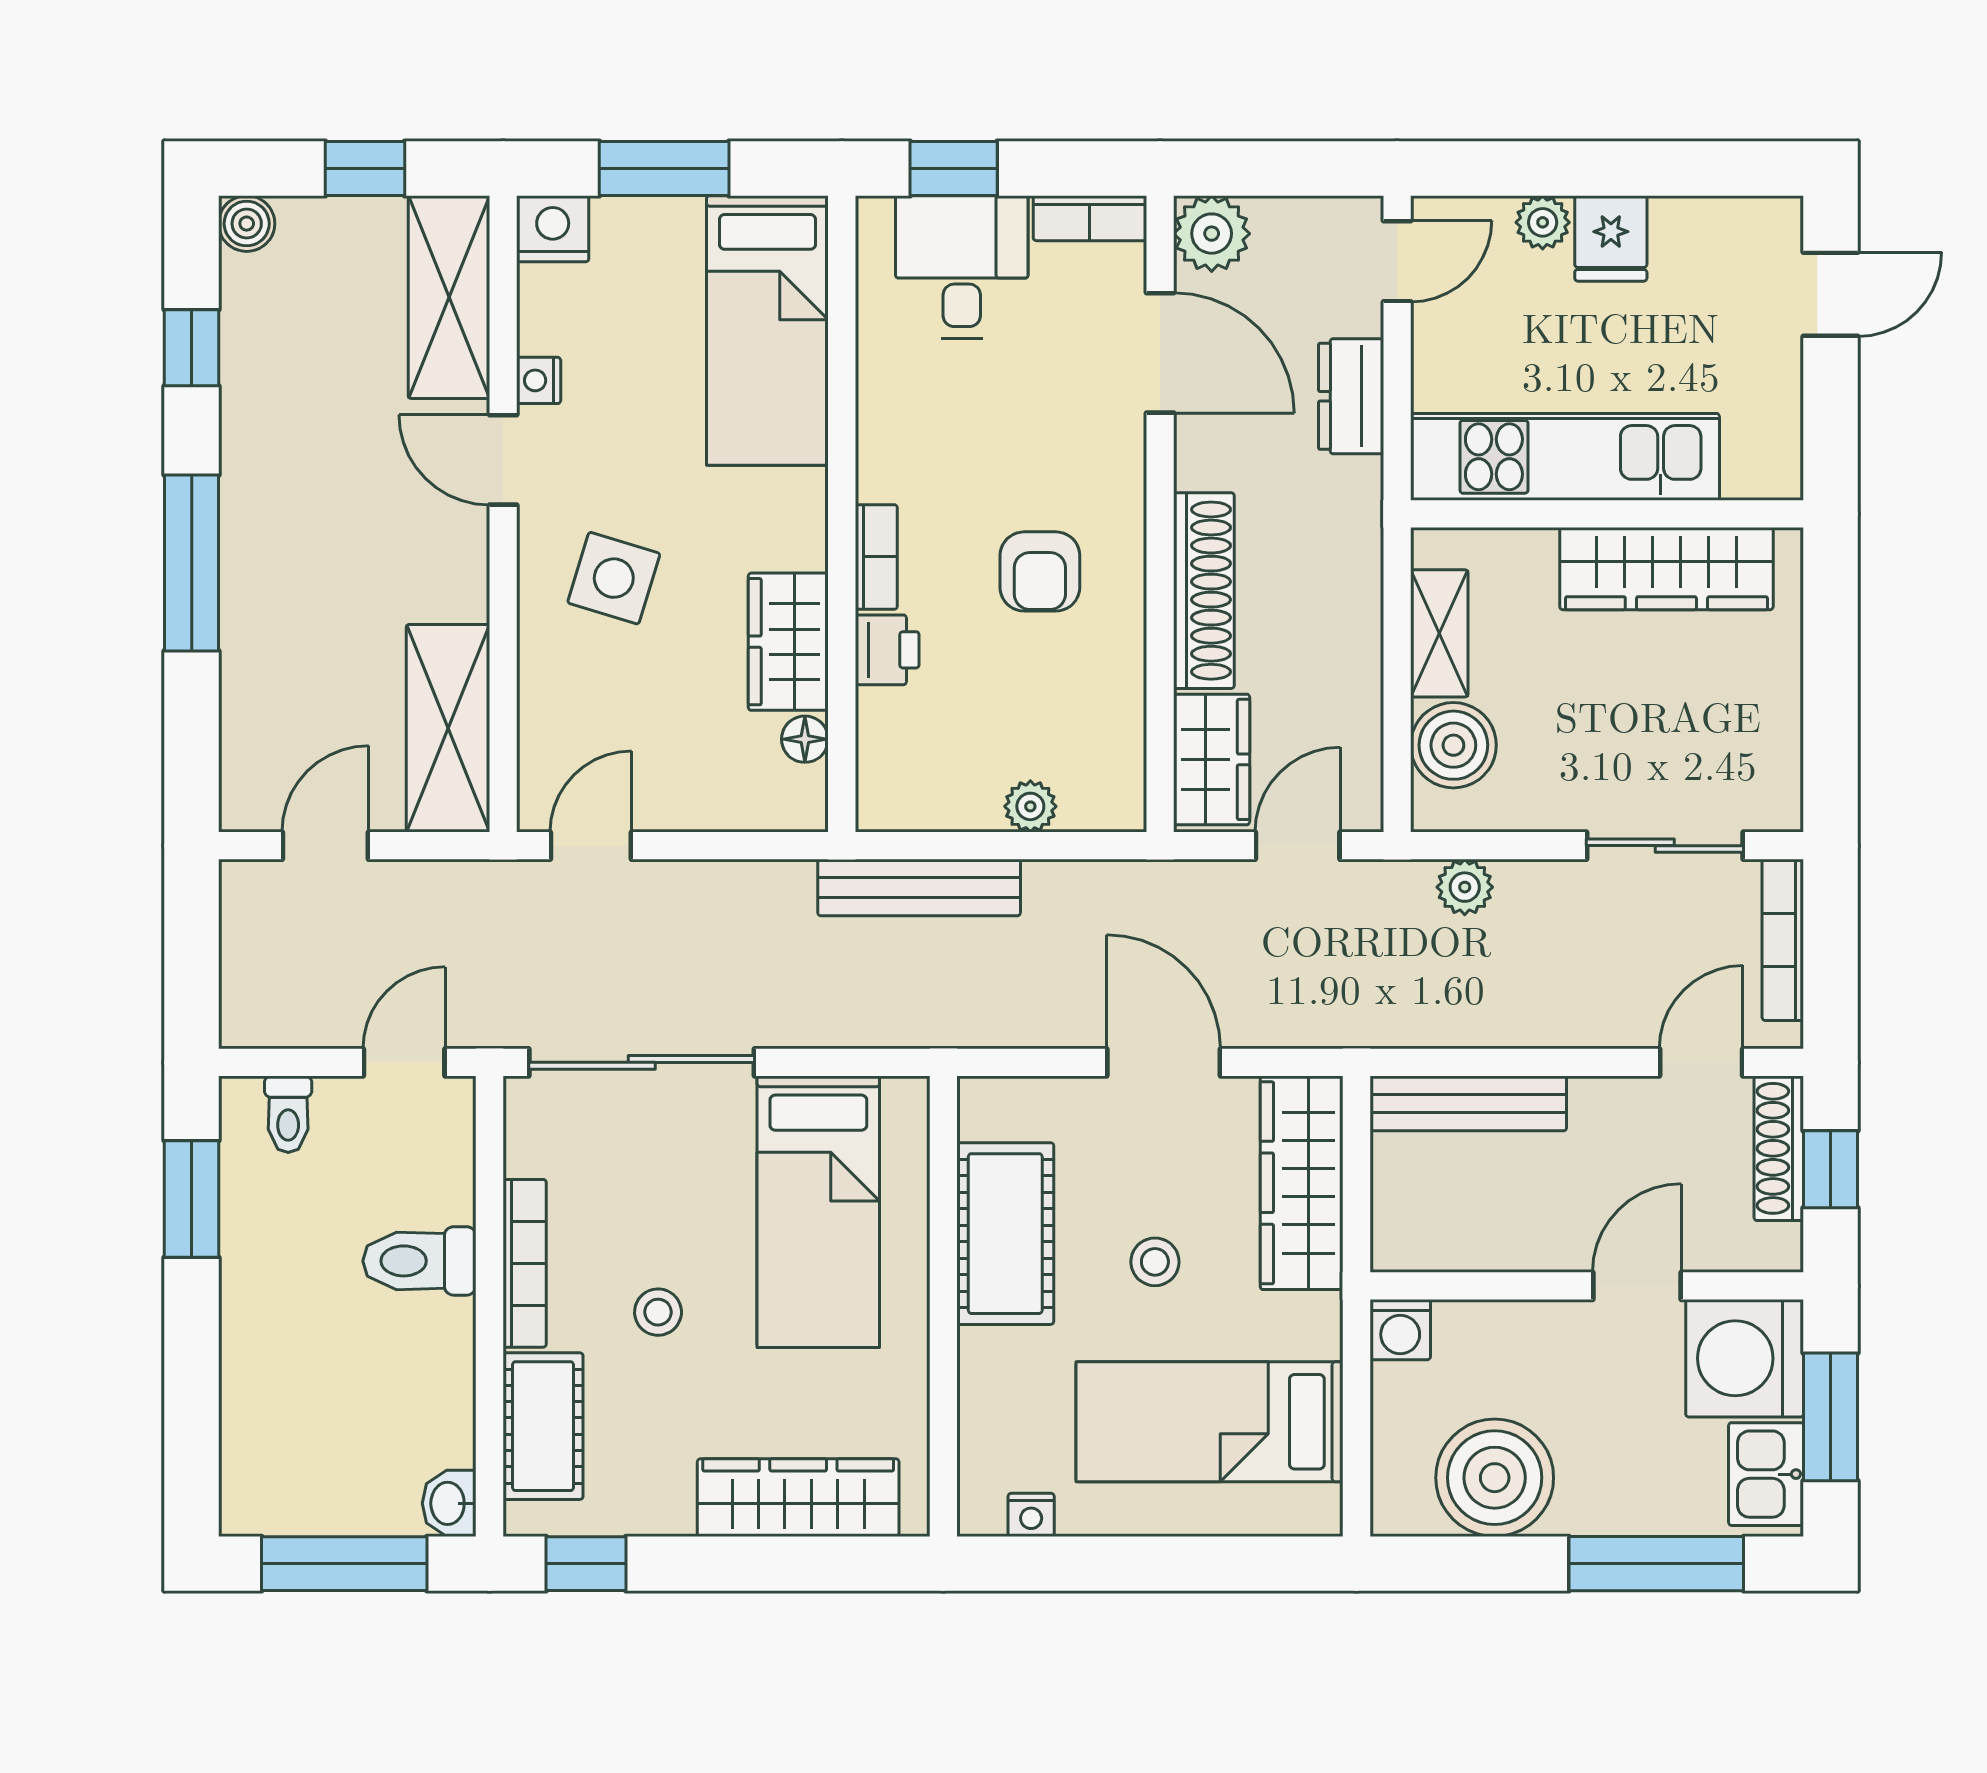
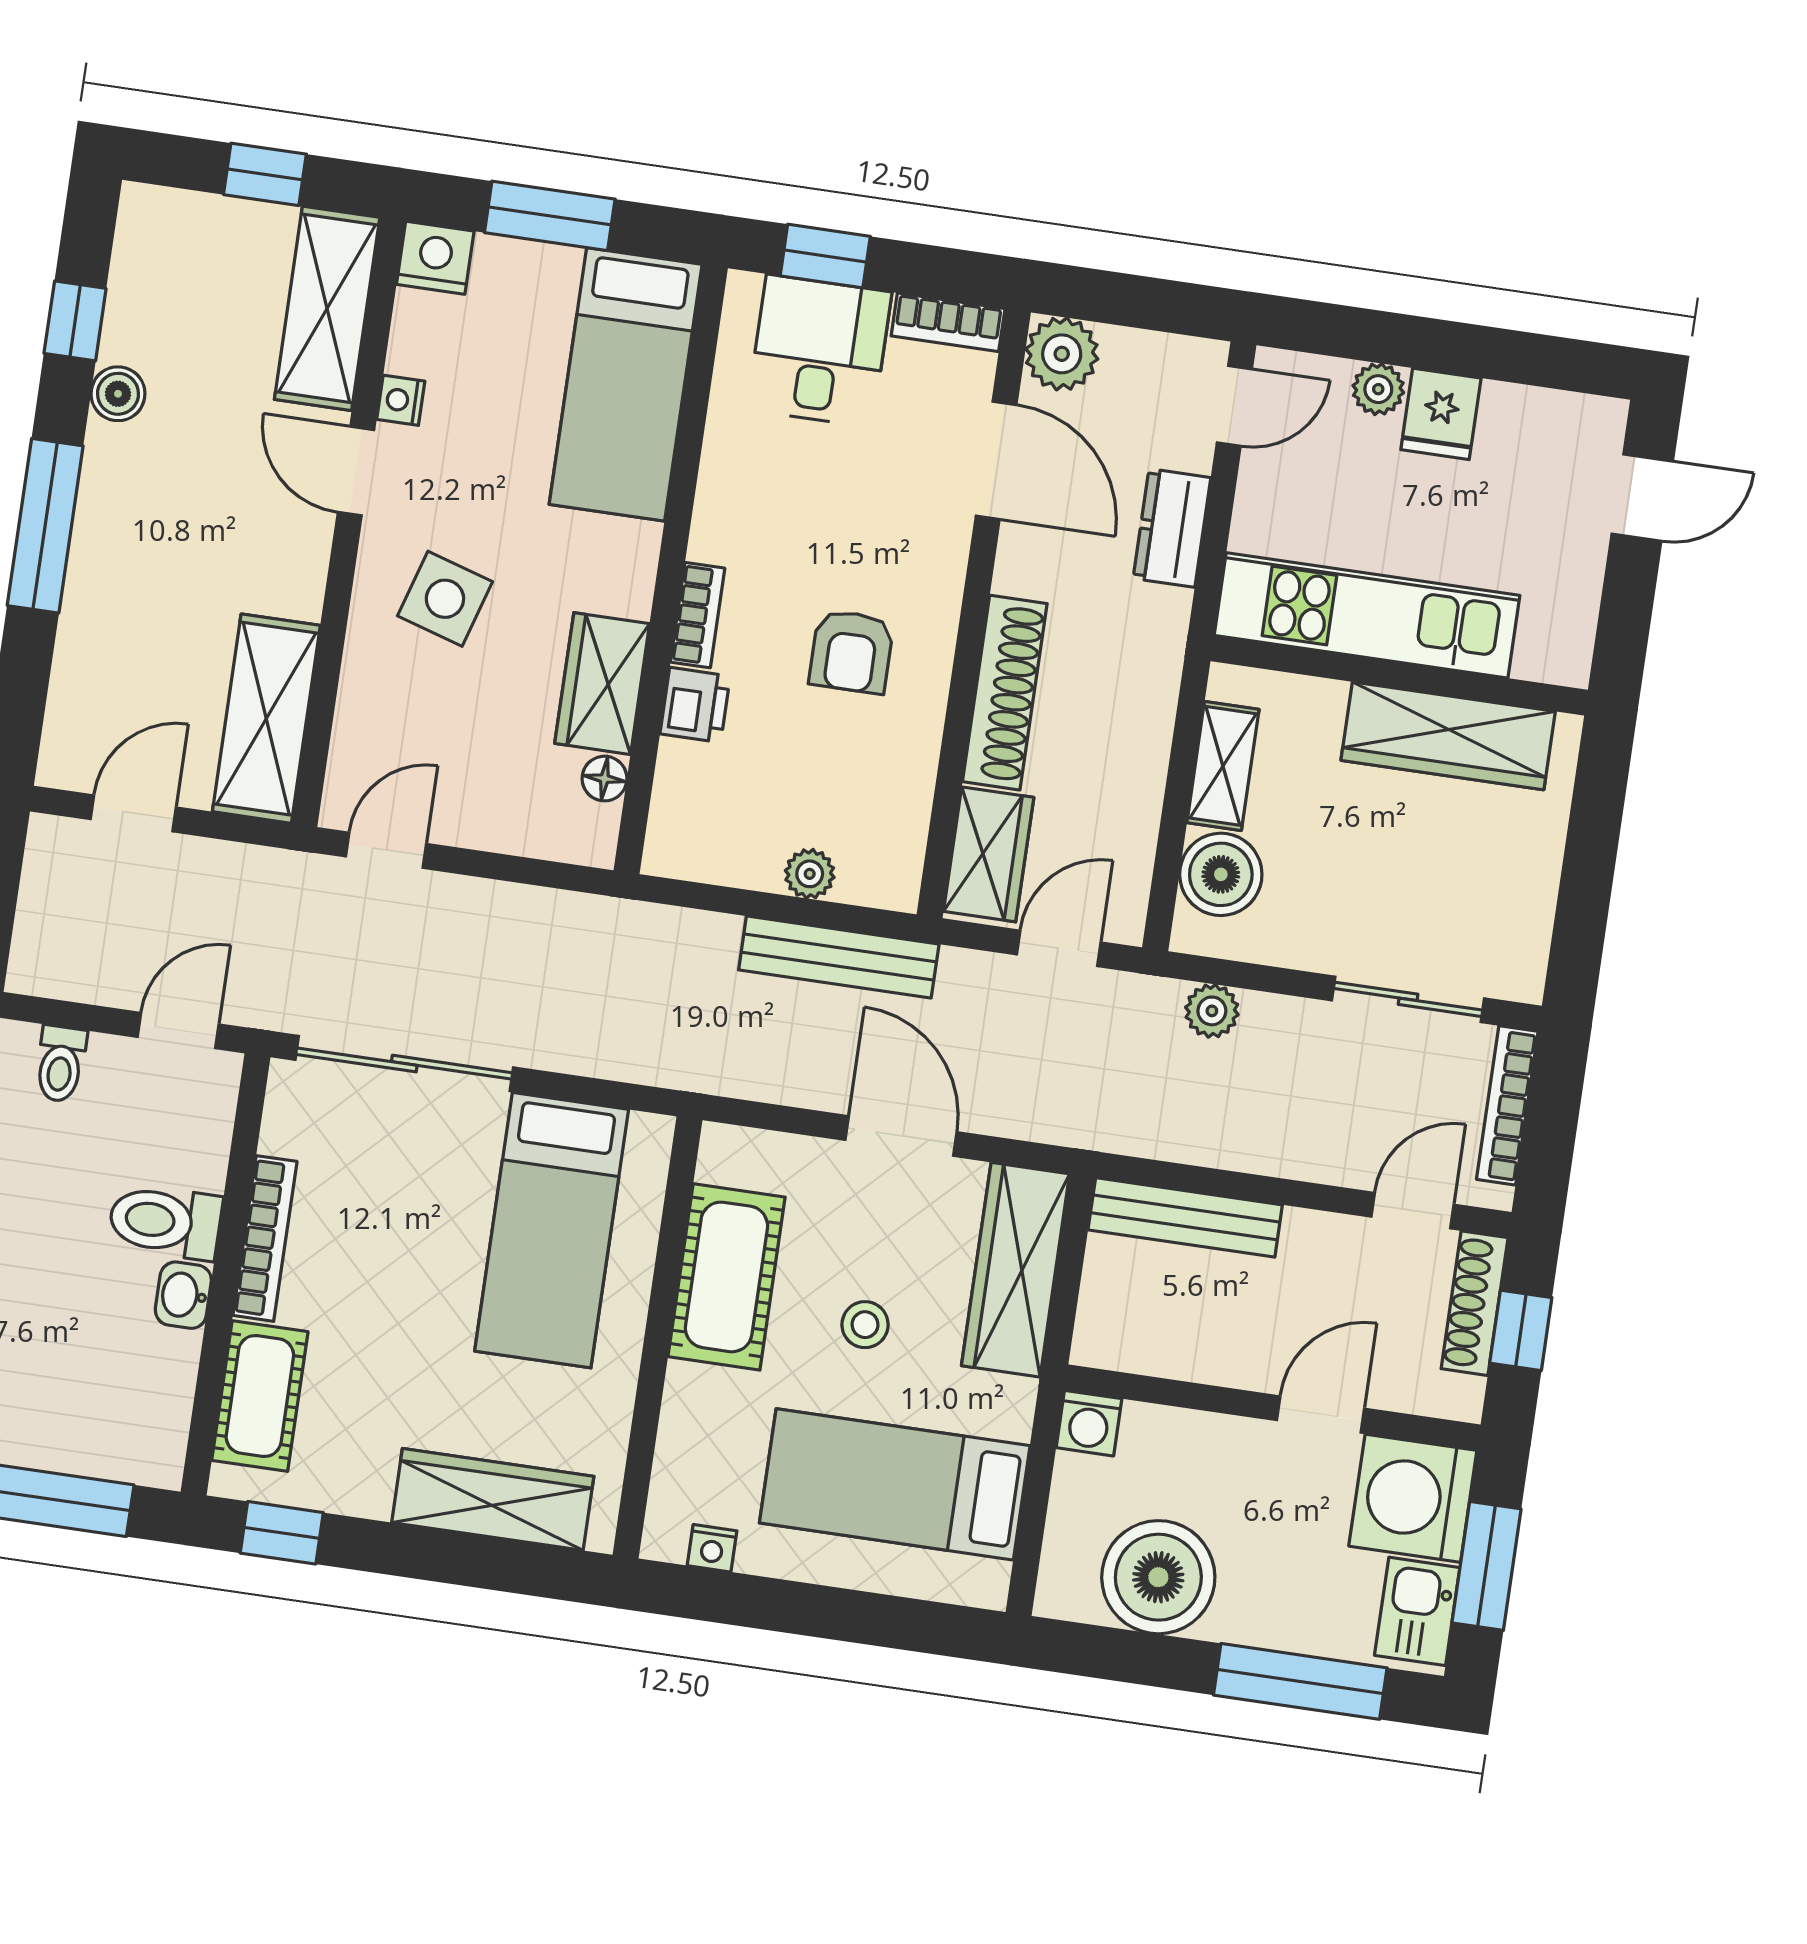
boiler: (247, 224) -> (118, 394), moved
bench: (919, 888) -> (839, 957), moved
stool: (658, 1312) -> (385, 1303), removed
washbasin: (449, 1503) -> (183, 1295), moved

